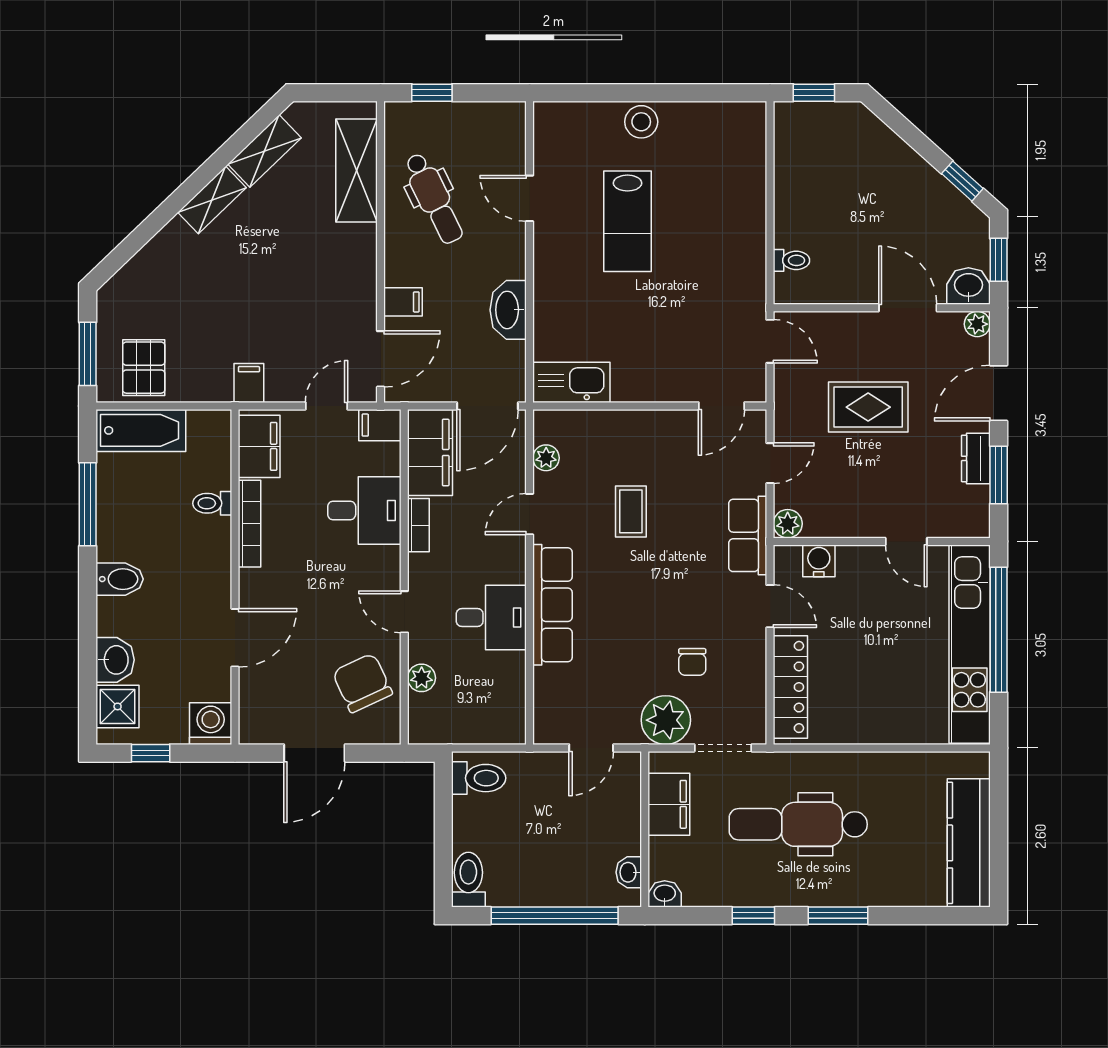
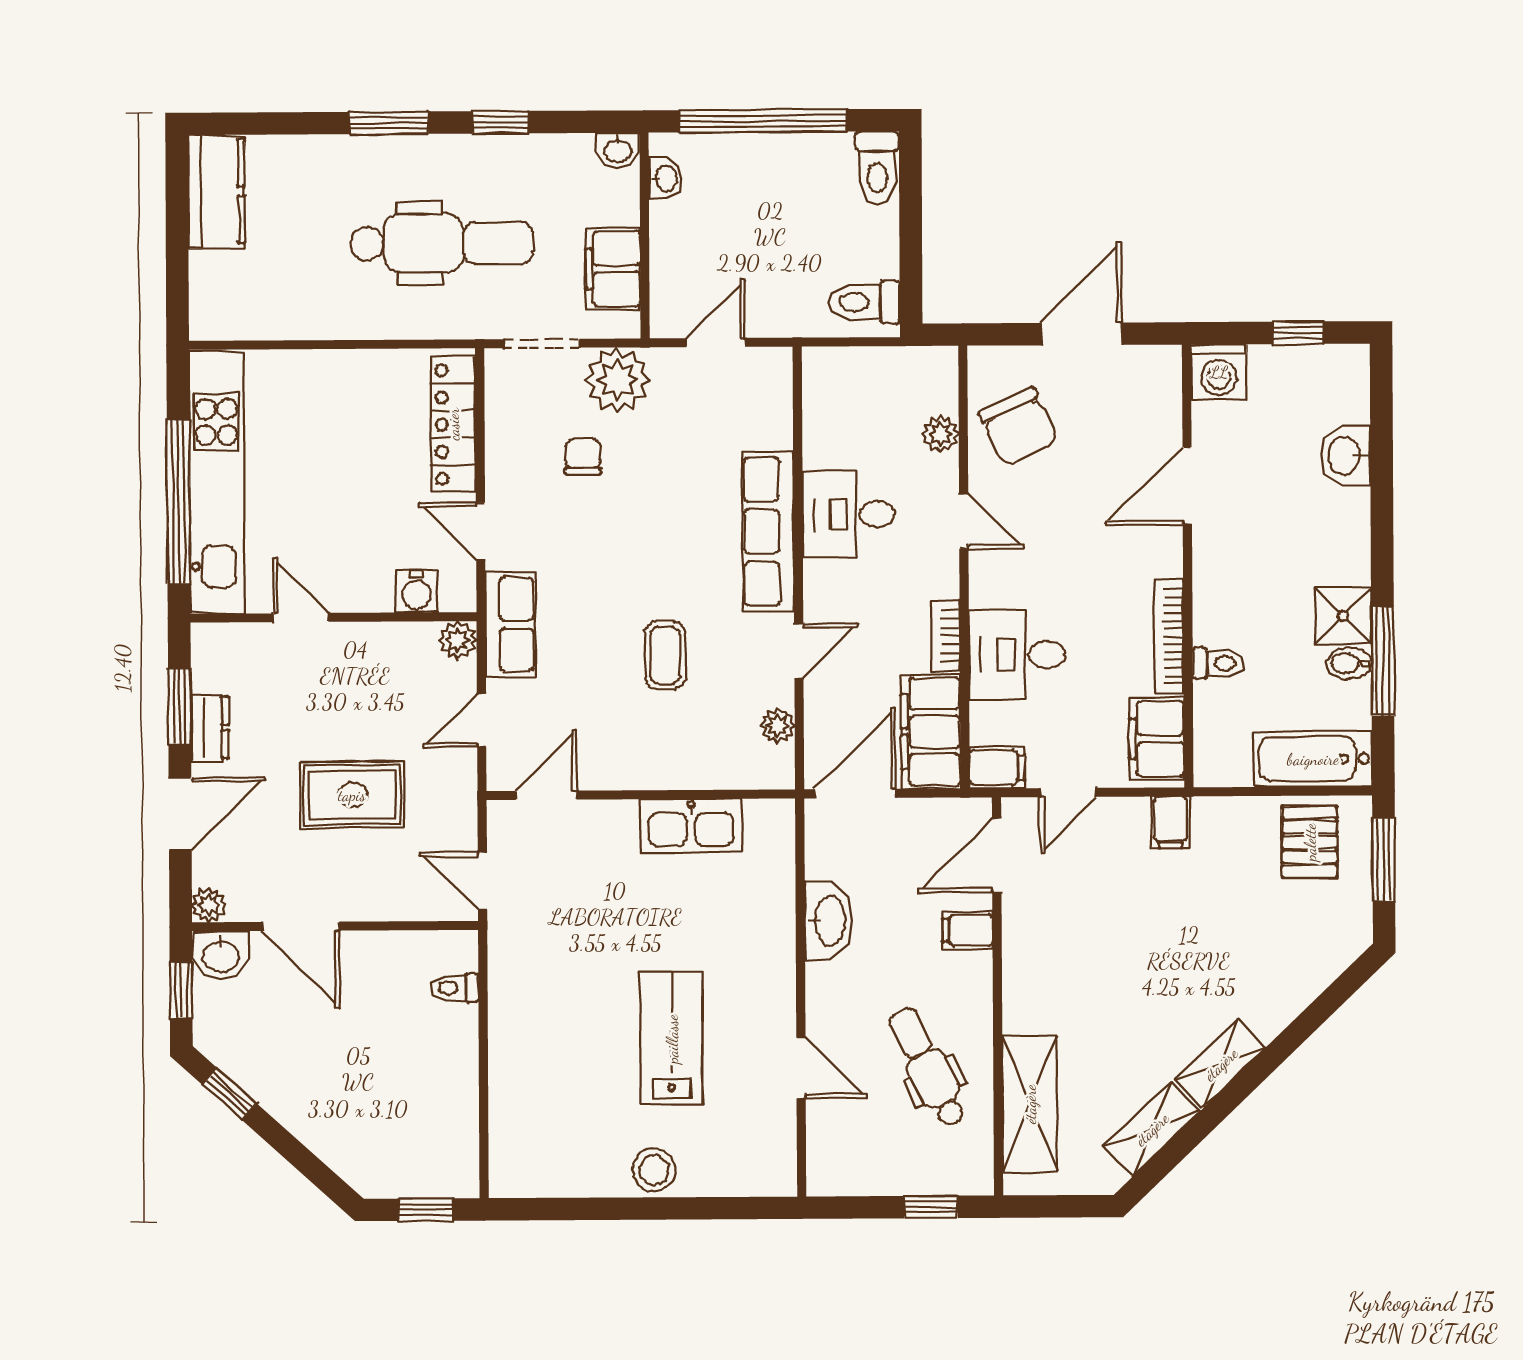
kitchen sink: (571, 382) -> (691, 826), moved
bidet: (120, 579) -> (1349, 663), moved, width x0.72, depth x0.74
shower: (118, 706) -> (1343, 616), moved
kitchen counter: (969, 843) -> (216, 191), width x0.67

